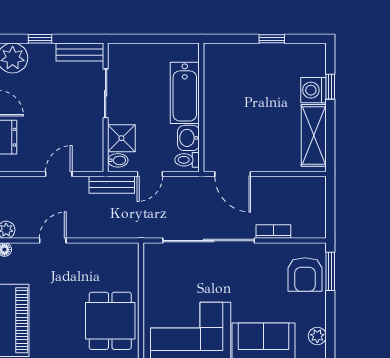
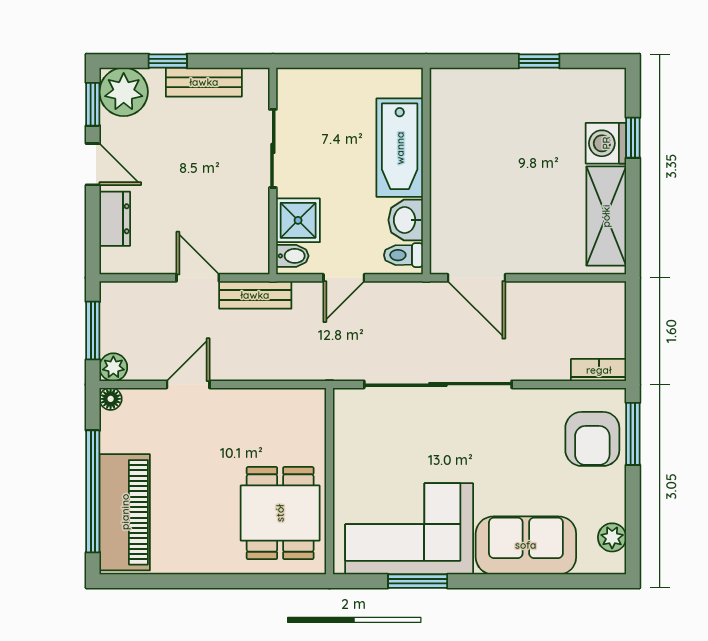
bench: (80, 52) -> (204, 82), moved
door: (59, 174) -> (198, 278), hinge flipped
bench: (112, 185) -> (255, 295), moved
bookcase: (273, 232) -> (599, 370), moved

